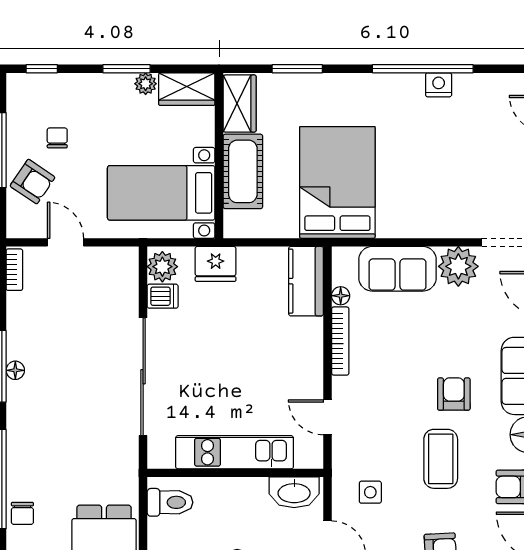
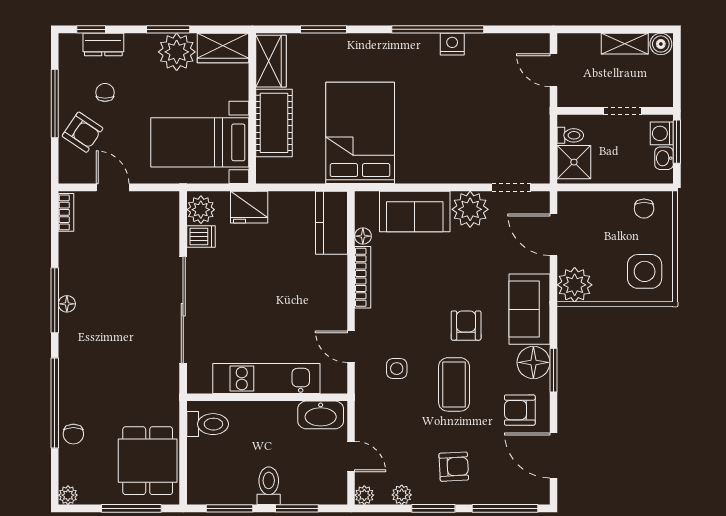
plant: (146, 84) -> (177, 52), width x1.88, depth x1.88
dresser: (55, 85) -> (103, 45), added
side table: (370, 492) -> (397, 369), moved

